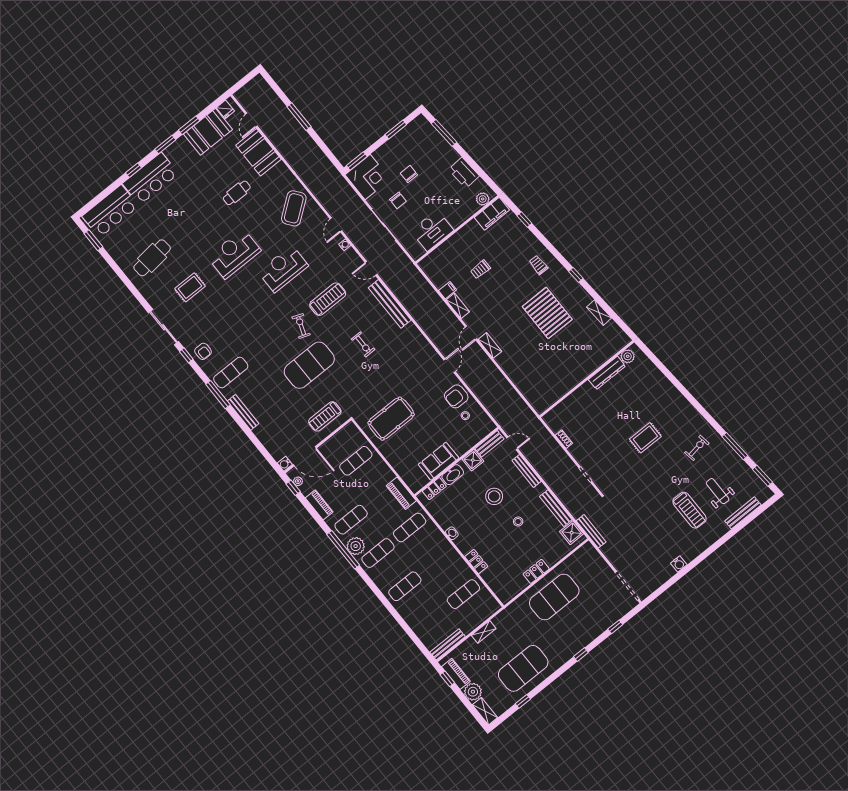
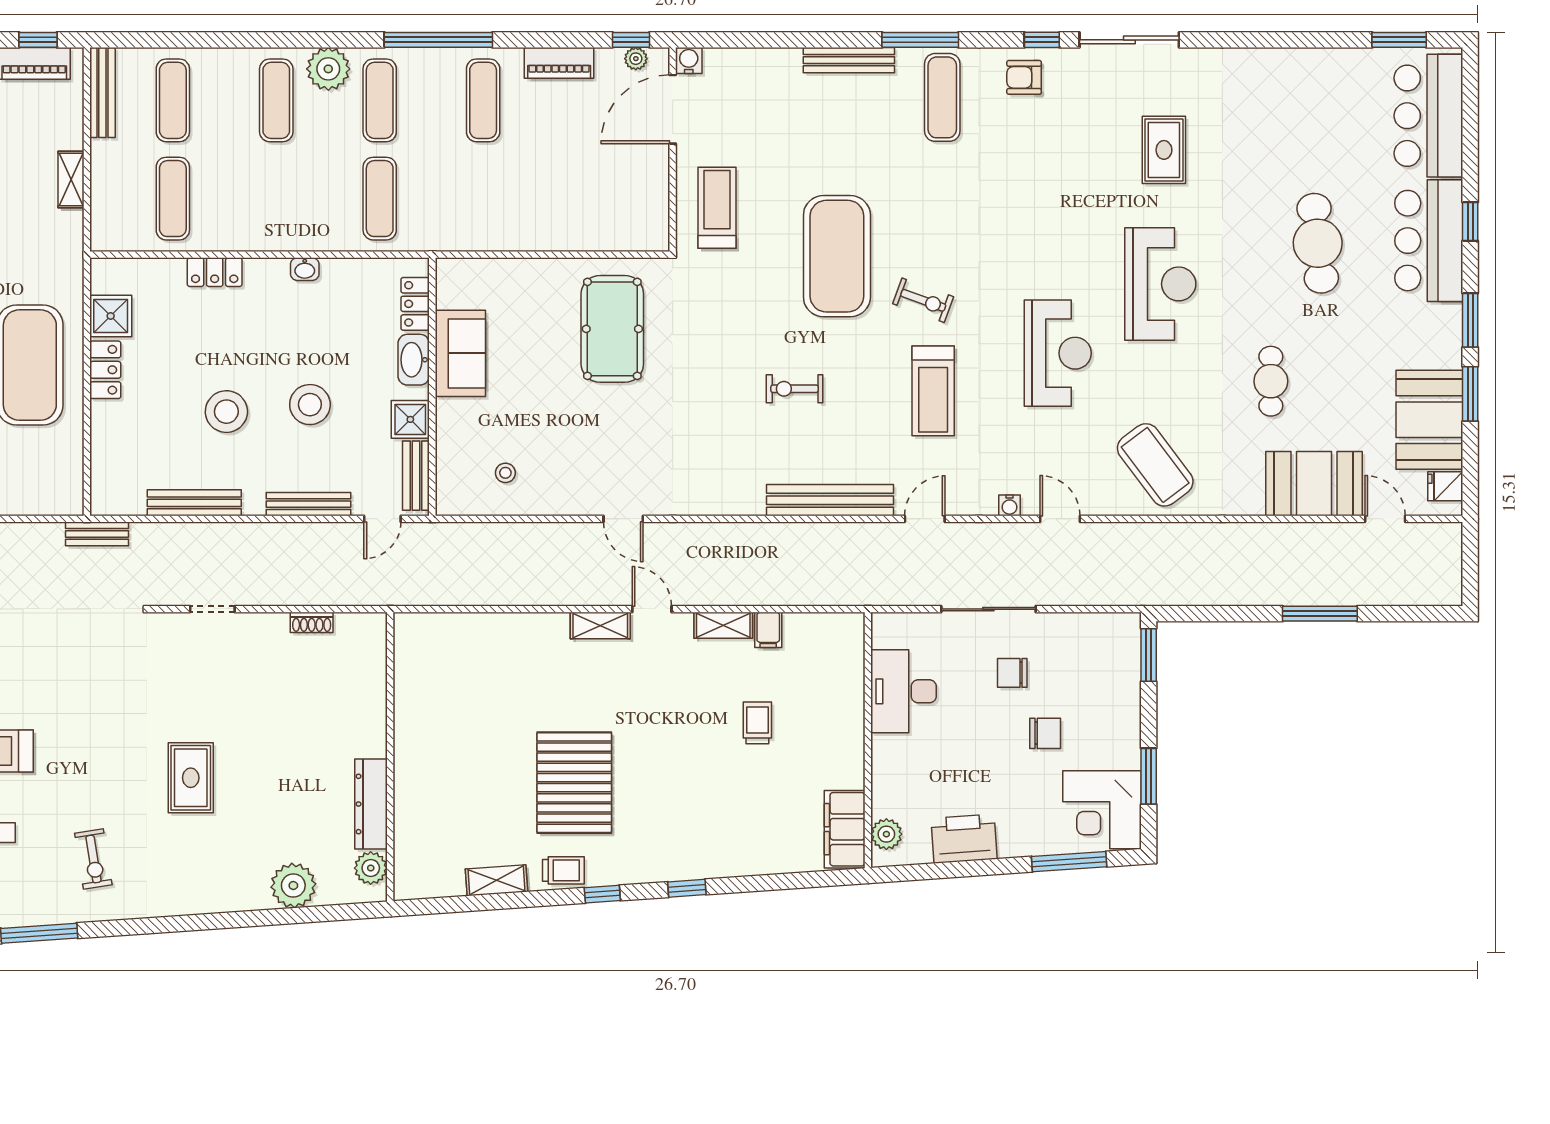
corner desk: (368, 177) -> (1102, 810), moved
window: (524, 220) -> (687, 888), moved
cafe table: (152, 258) -> (1318, 243), moved
trolley: (538, 265) -> (563, 870), moved
pallet: (547, 313) -> (574, 783), turned 90
plant: (653, 377) -> (293, 886), added
armchair: (456, 396) -> (555, 485), removed
exercise mat: (356, 461) -> (173, 100), moved
piano: (401, 493) -> (457, 235), removed
stool: (518, 521) -> (226, 412), width x1.89, depth x1.89
bench: (591, 531) -> (97, 534), width x0.73
shower: (572, 533) -> (111, 316), moved
plant: (356, 546) -> (328, 69), moved

